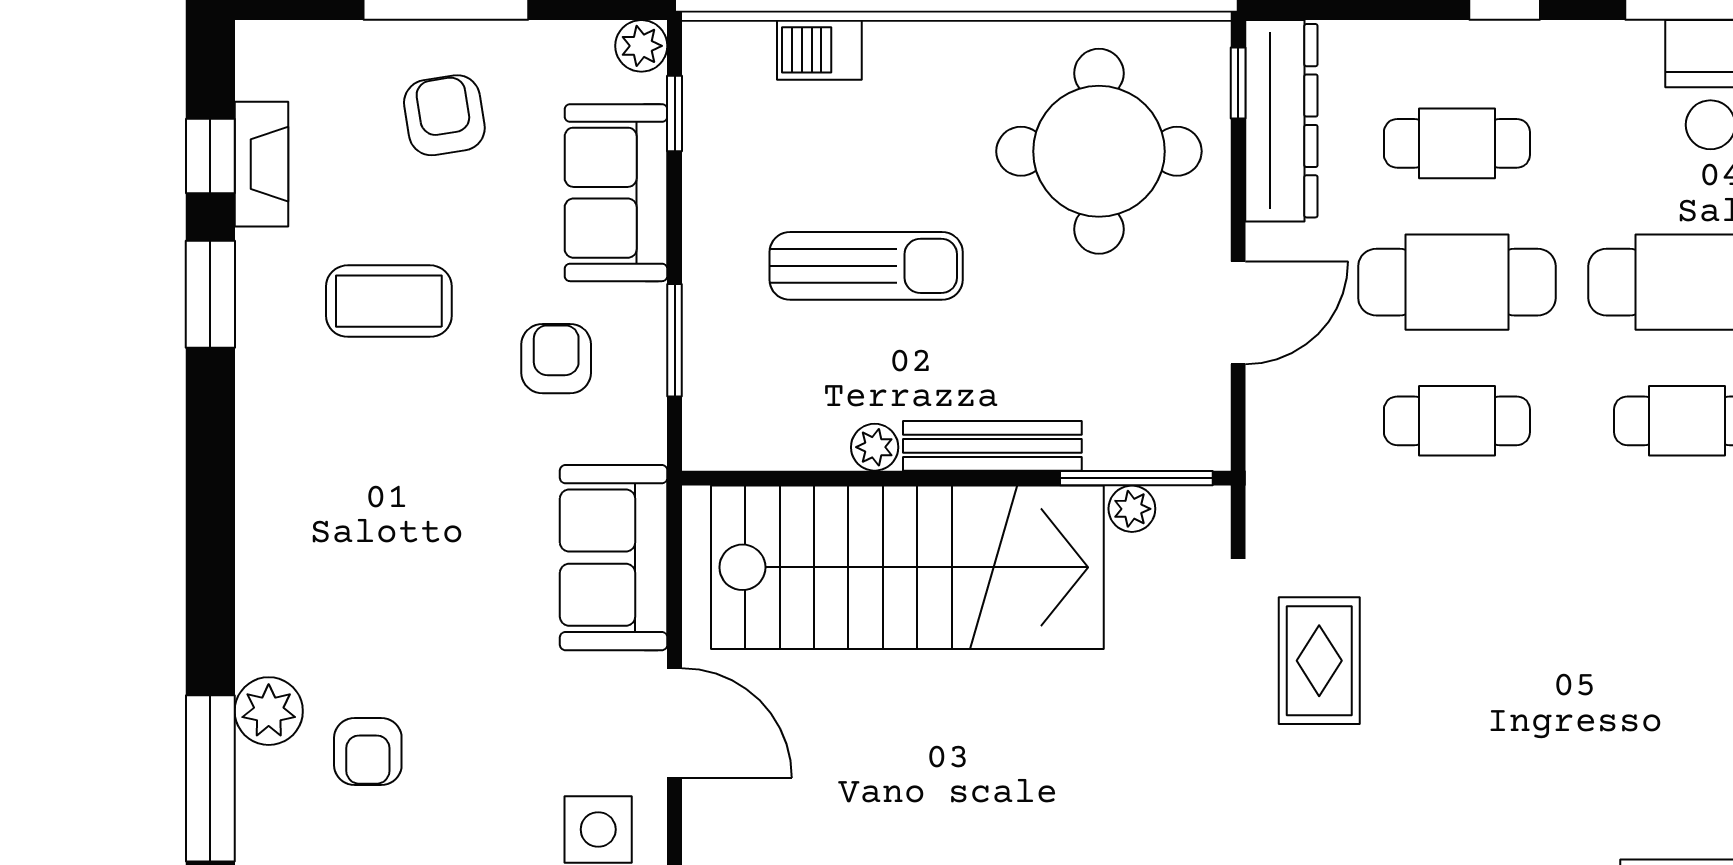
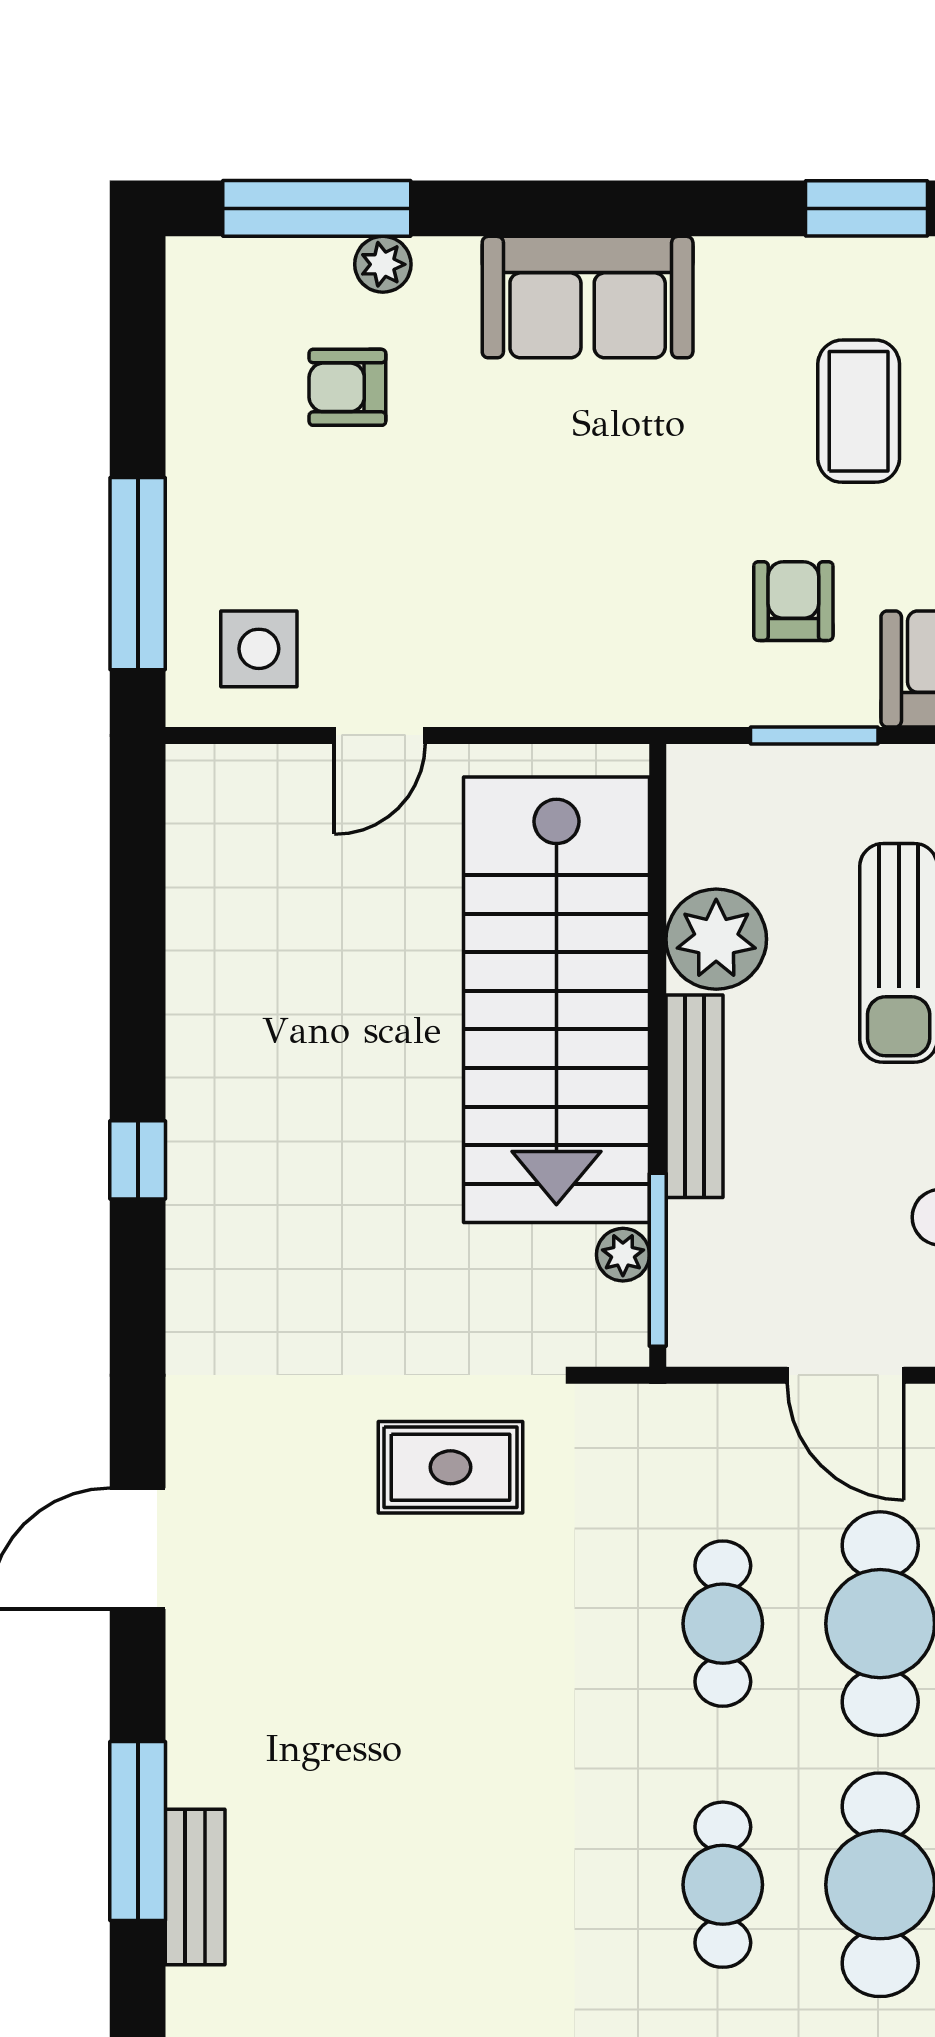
armchair: (556, 359) -> (793, 601), turned -90
plant: (875, 447) -> (716, 939), width x1.88, depth x1.88
sofa: (614, 558) -> (588, 297), moved, turned 180
plant: (269, 711) -> (383, 264), width x0.73, depth x0.73
door: (675, 723) -> (380, 735), width x0.73

